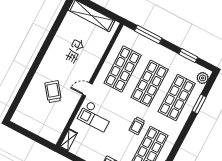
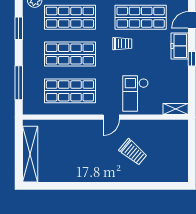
door: (87, 89) -> (111, 117), hinge flipped
trolley: (53, 92) -> (133, 152), turned -102
checkout: (95, 116) -> (135, 94), turned 180

